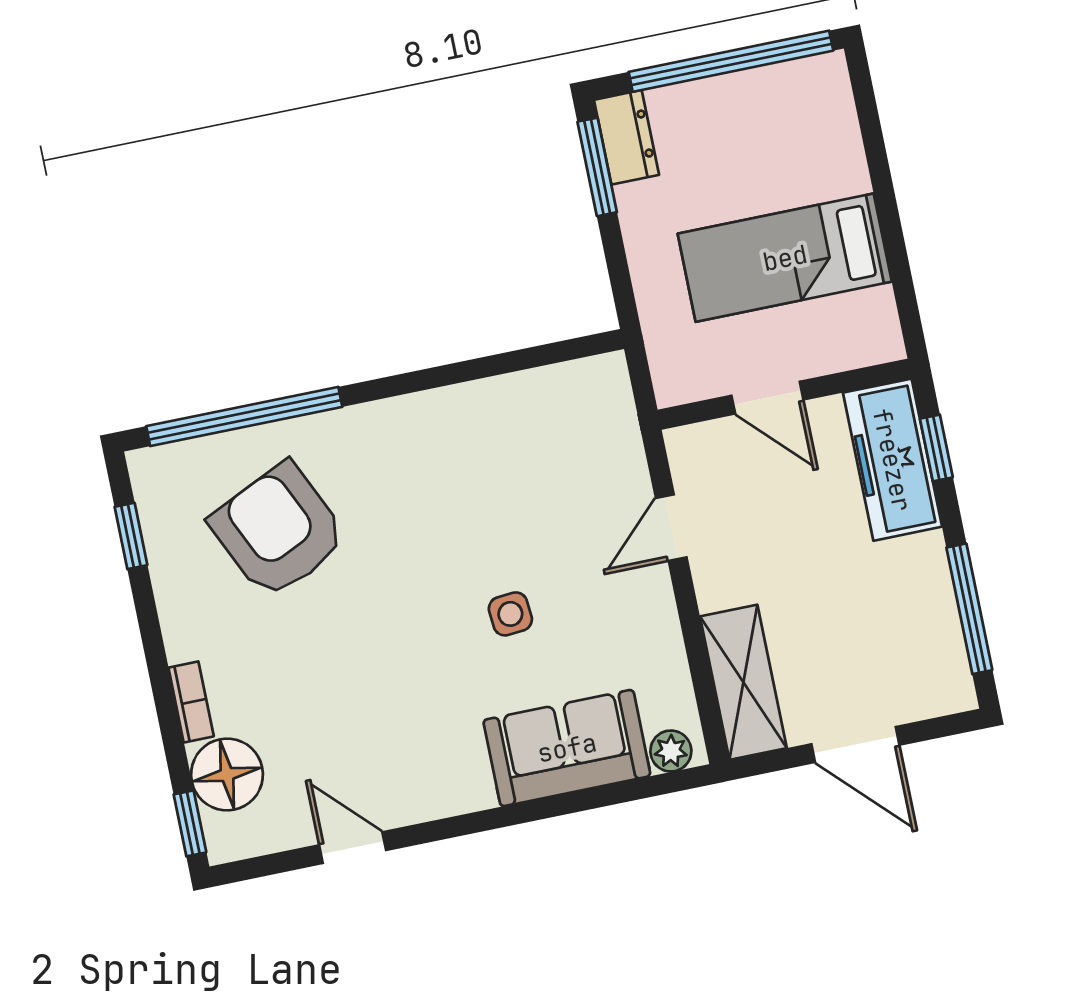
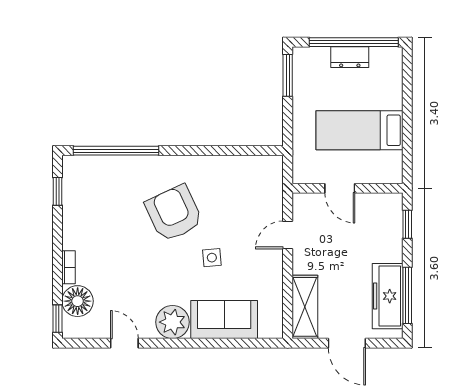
dresser: (626, 137) -> (350, 57), moved, turned 90
freezer: (892, 460) -> (388, 296), moved
armchair: (278, 531) -> (174, 213), moved
plant: (671, 751) -> (172, 322), moved, width x1.87, depth x1.87

